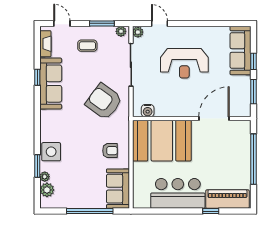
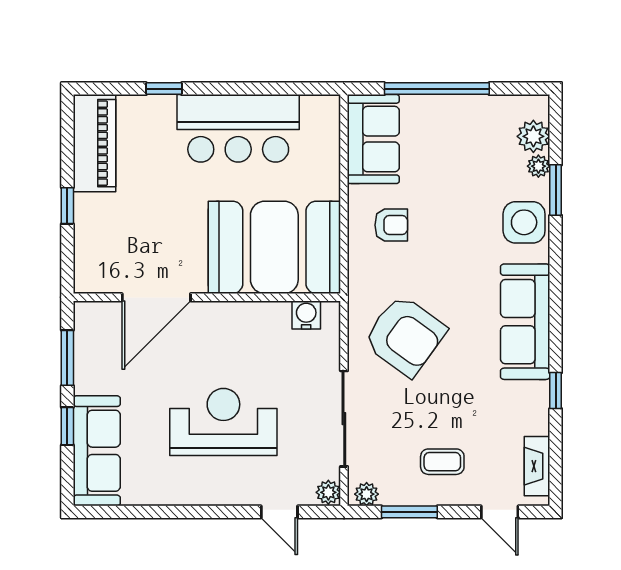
sofa: (51, 84) -> (525, 322), moved
armchair: (110, 151) -> (391, 225), turned 180
window: (253, 159) -> (67, 206), width x0.32
piano: (227, 199) -> (94, 143), moved, turned -90

